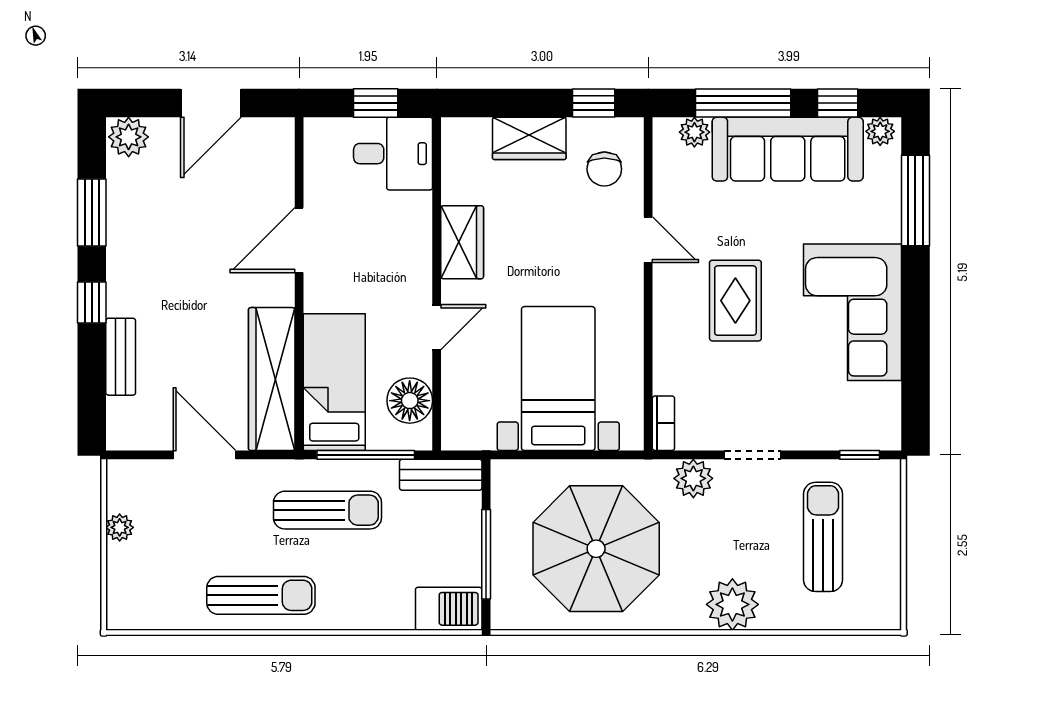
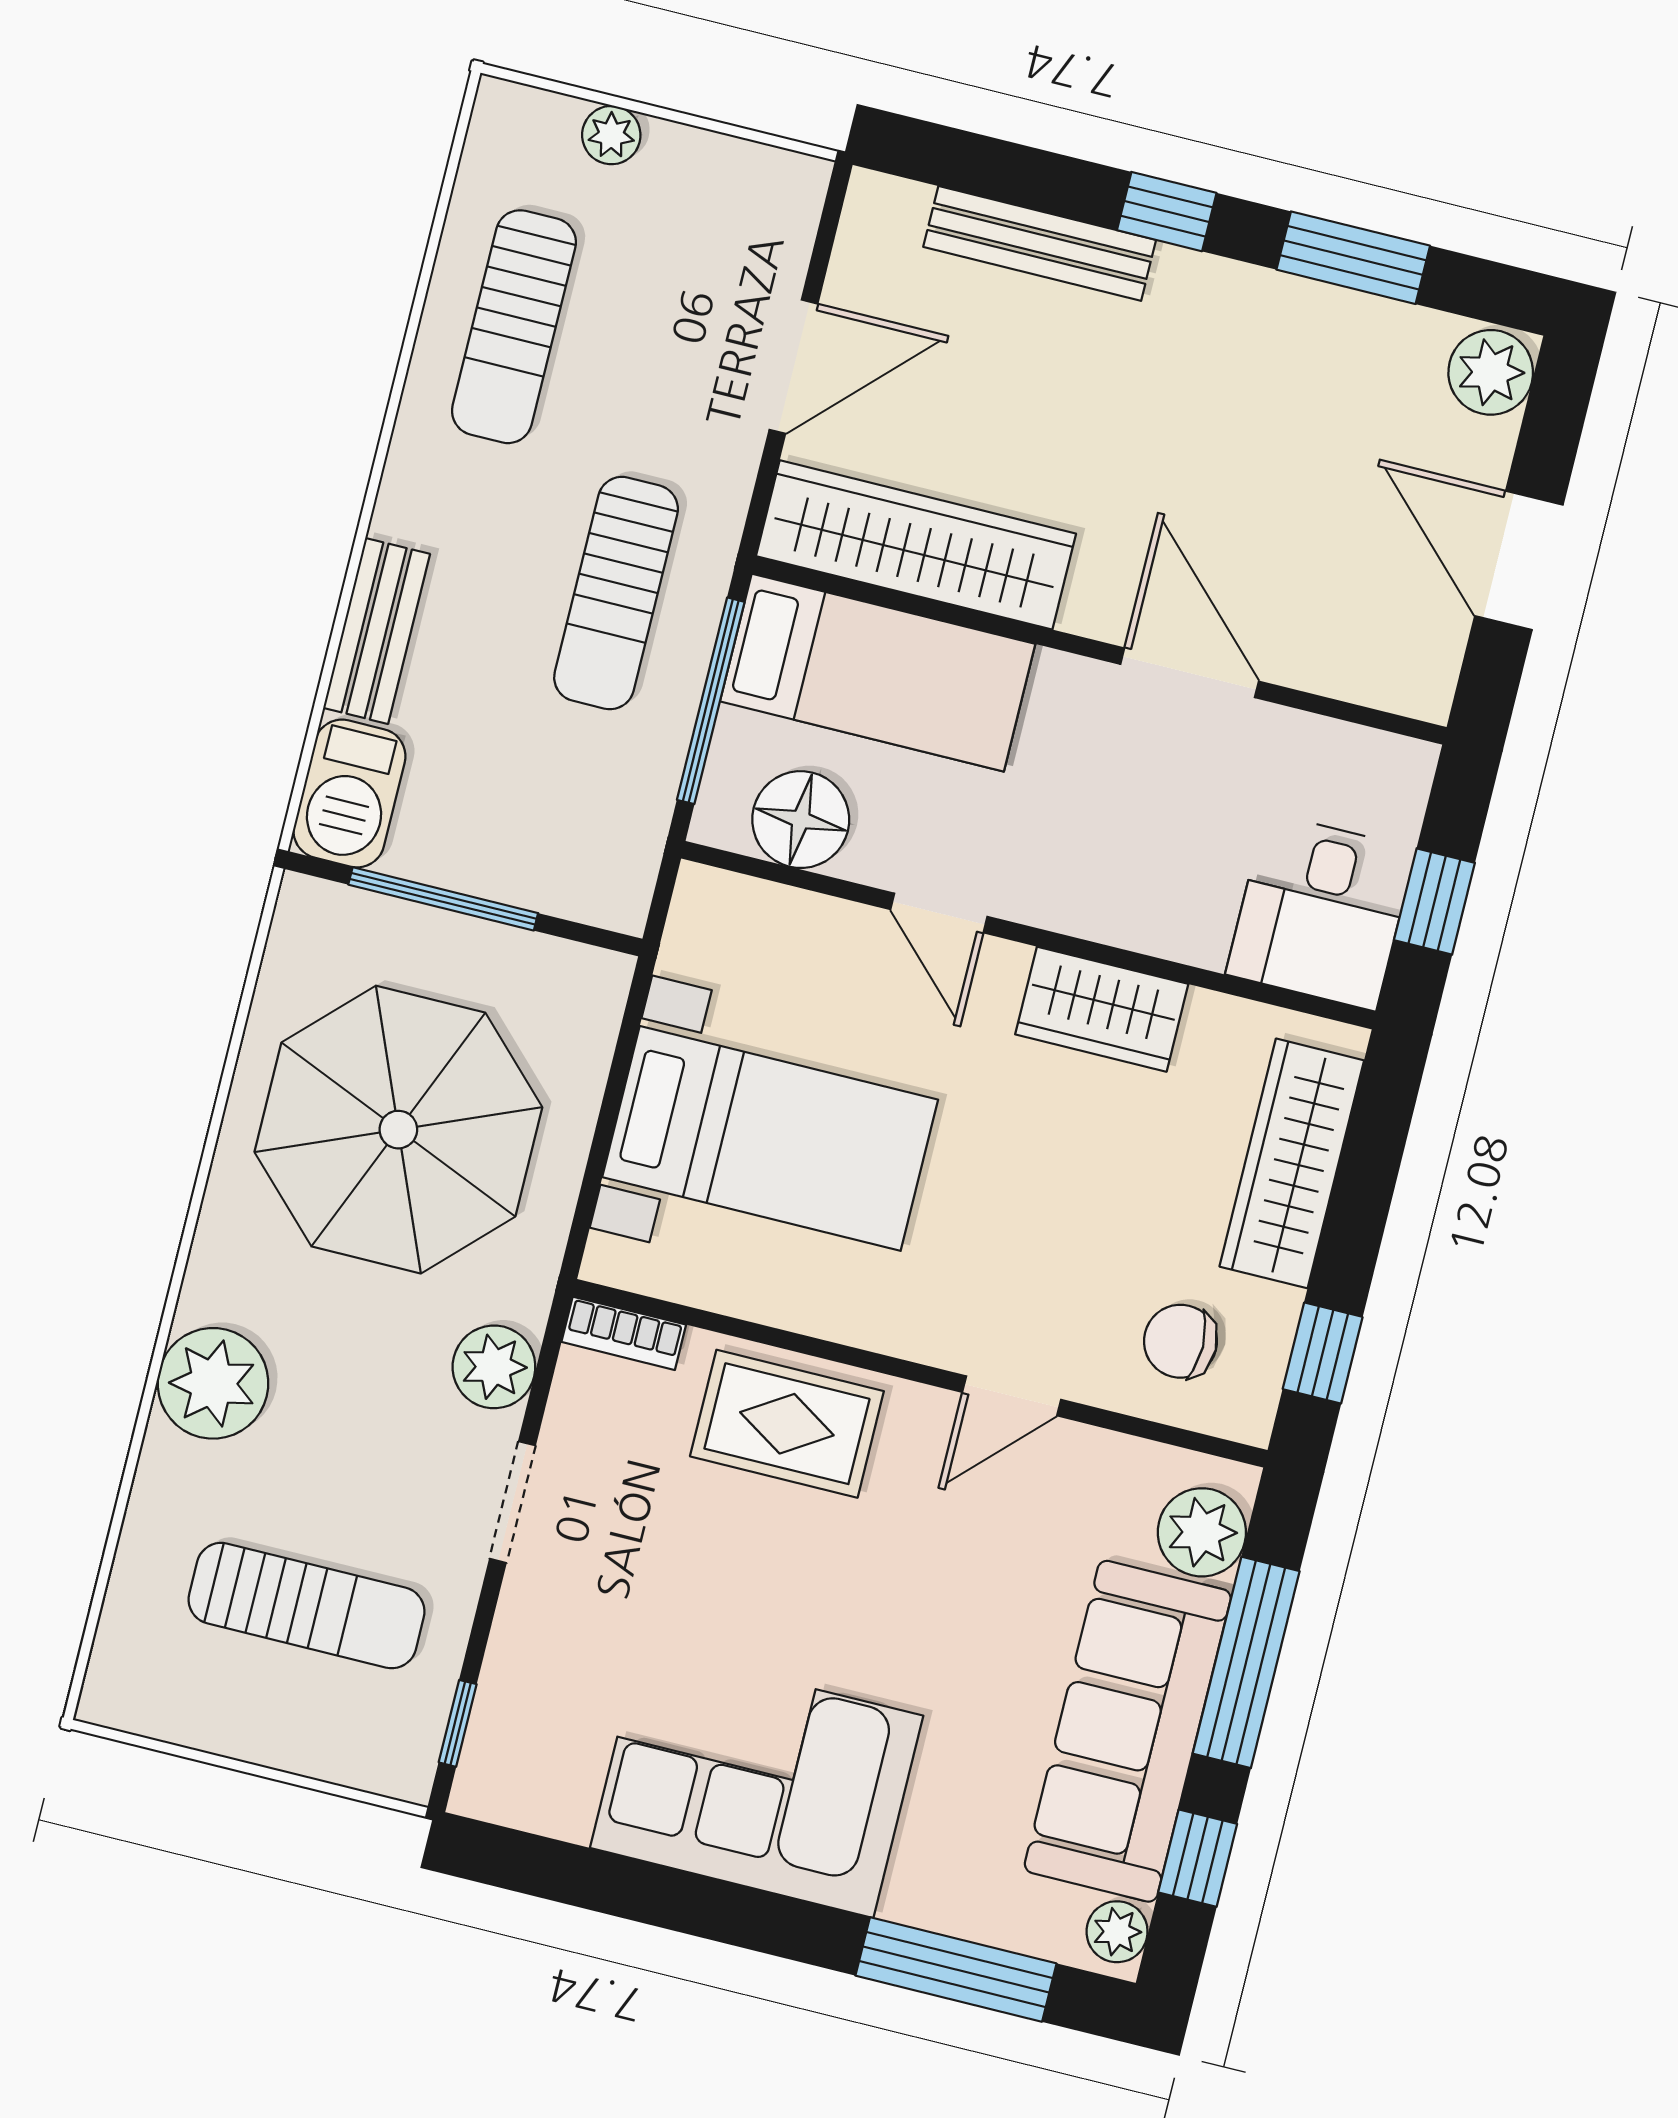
plant: (694, 132) -> (1202, 1532), width x1.38, depth x1.38
wardrobe: (529, 138) -> (1292, 1163), width x1.50
rug: (735, 301) -> (787, 1424), moved
bench: (121, 357) -> (1040, 243), width x1.36
bench: (441, 475) -> (377, 631), moved
plant: (120, 527) -> (611, 135), moved
sun lounger: (261, 595) -> (514, 327), moved

